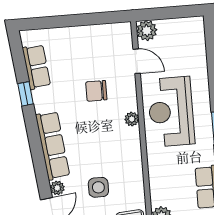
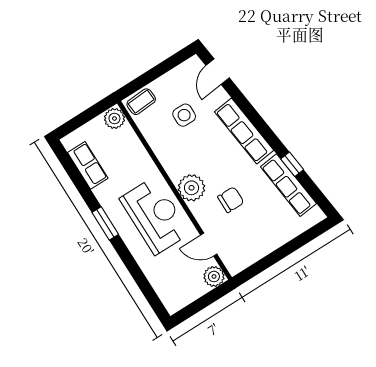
row of seats: (36, 67) -> (288, 185), width x1.48
plant: (132, 119) -> (192, 188), width x1.87, depth x1.87
plant: (57, 188) -> (220, 96), removed

